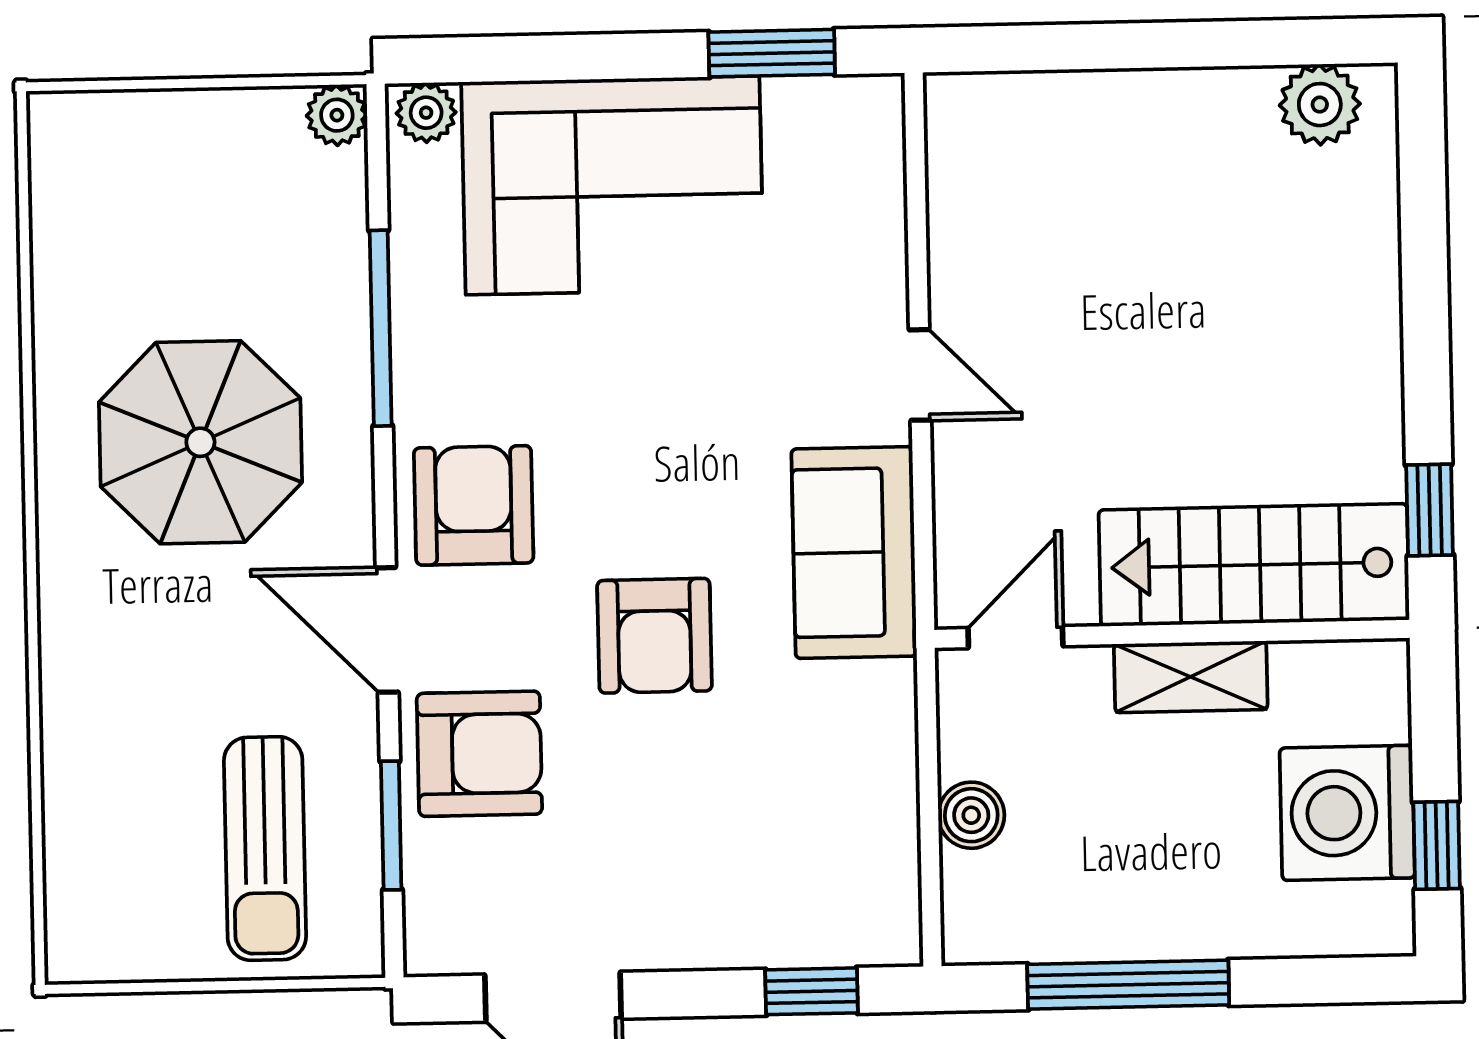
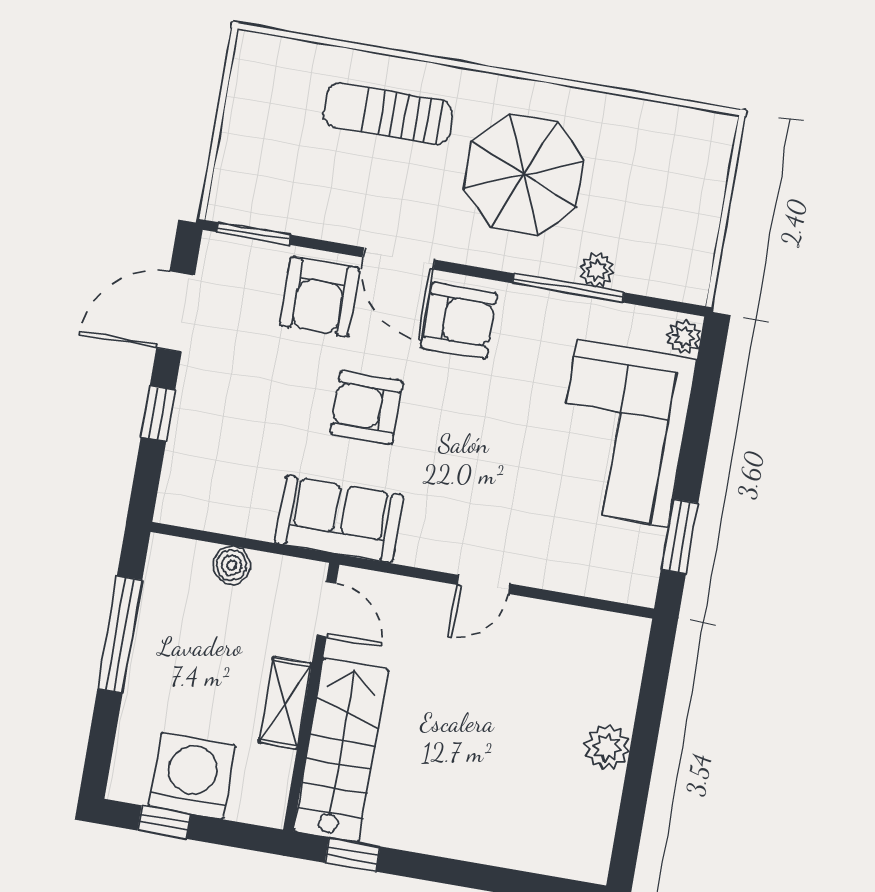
plant: (1320, 105) -> (607, 747), moved
plant: (337, 115) -> (597, 270), moved
sofa: (854, 552) -> (339, 519), moved
door: (387, 630) -> (399, 259), swing flipped
window: (391, 825) -> (253, 233), moved
sun lounger: (265, 849) -> (388, 113), moved
window: (812, 991) -> (158, 413), moved

